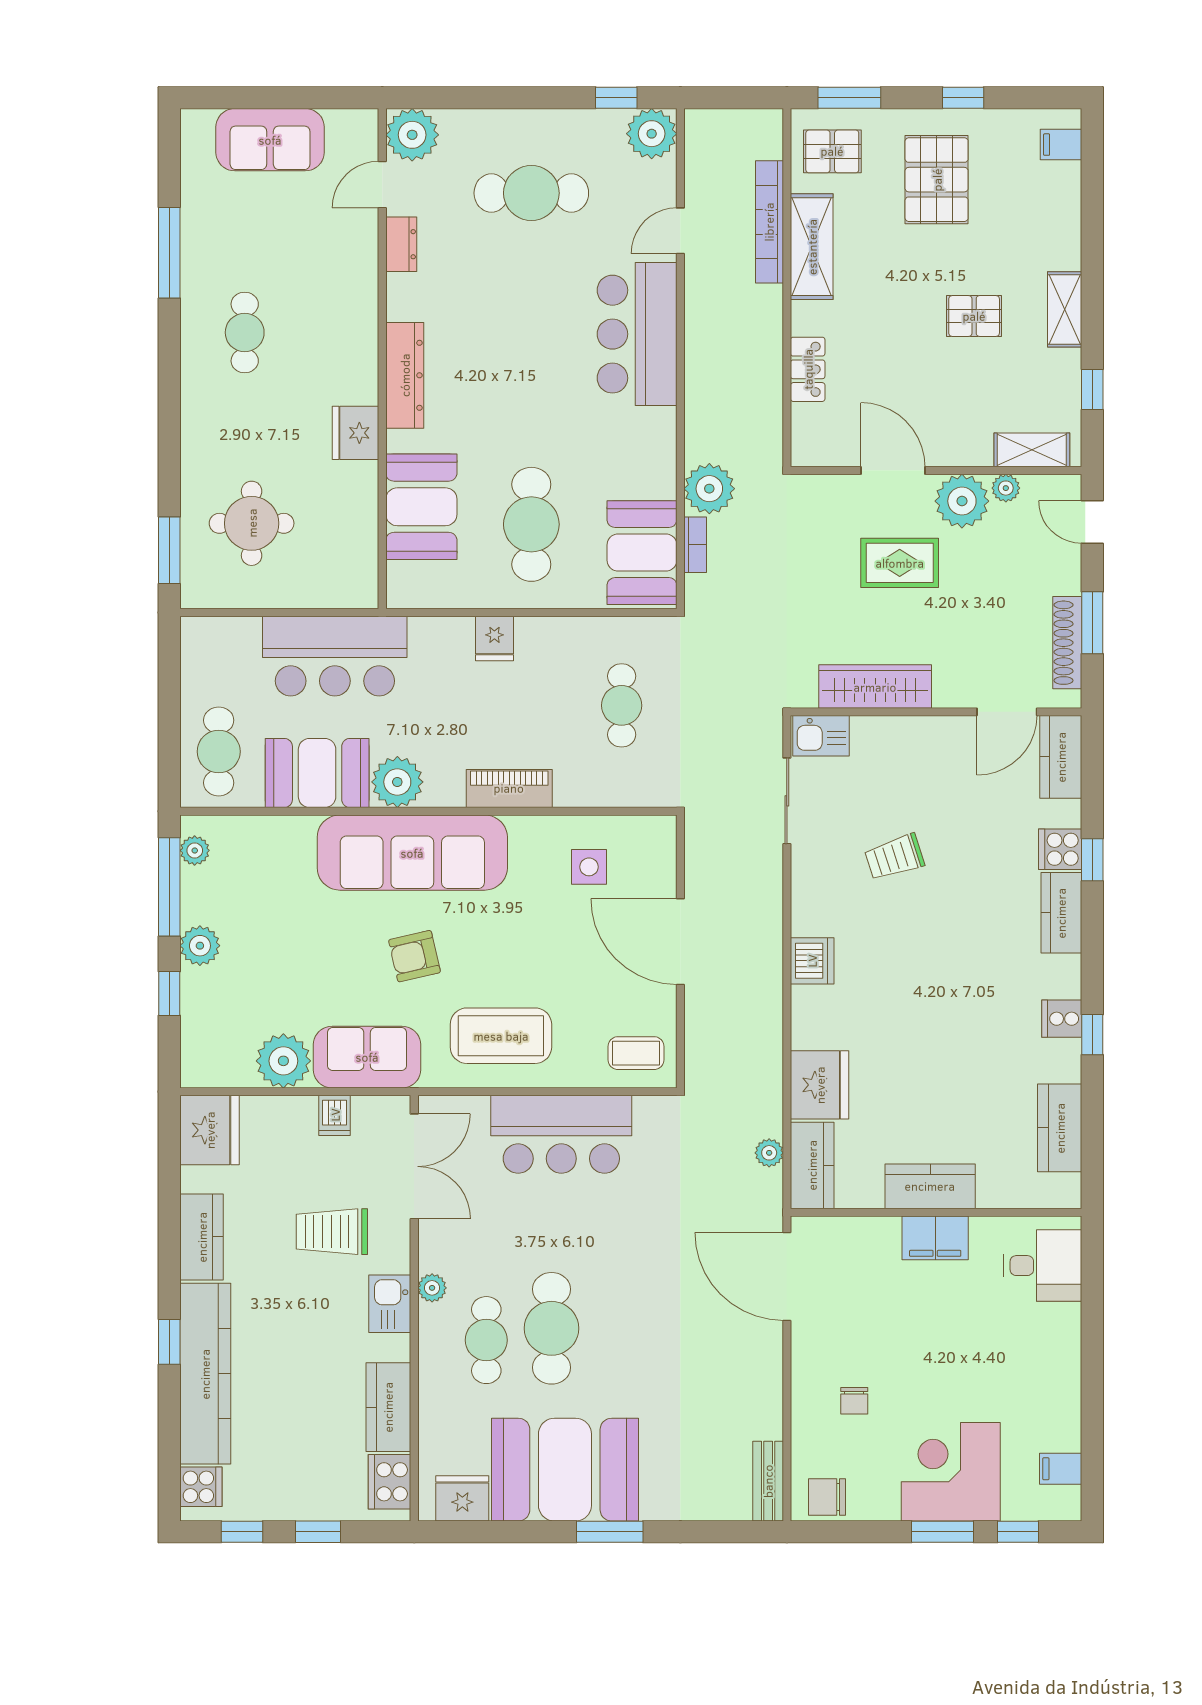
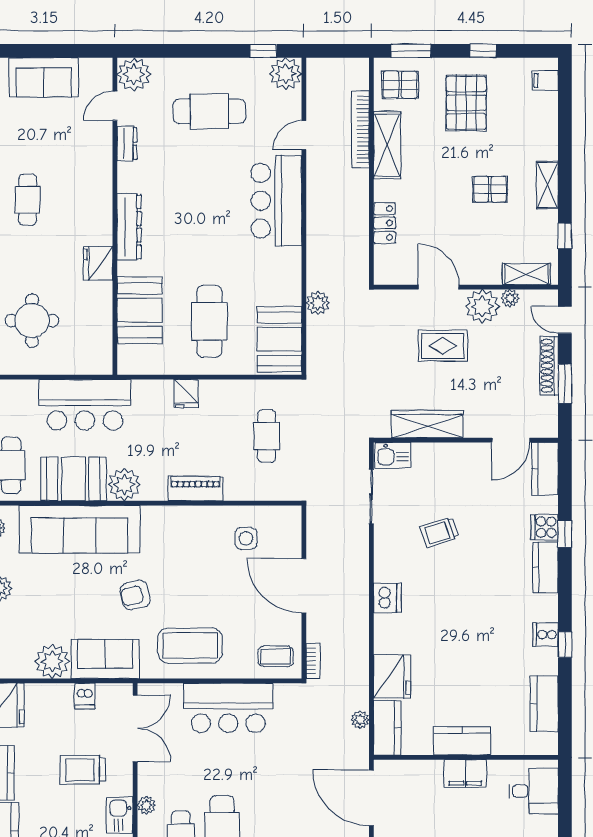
plant: (709, 489) -> (318, 303), width x0.73, depth x0.73
bookcase: (695, 545) -> (313, 661), moved
shoe rack: (1067, 643) -> (549, 366), moved
sofa: (412, 853) -> (80, 529), moved

